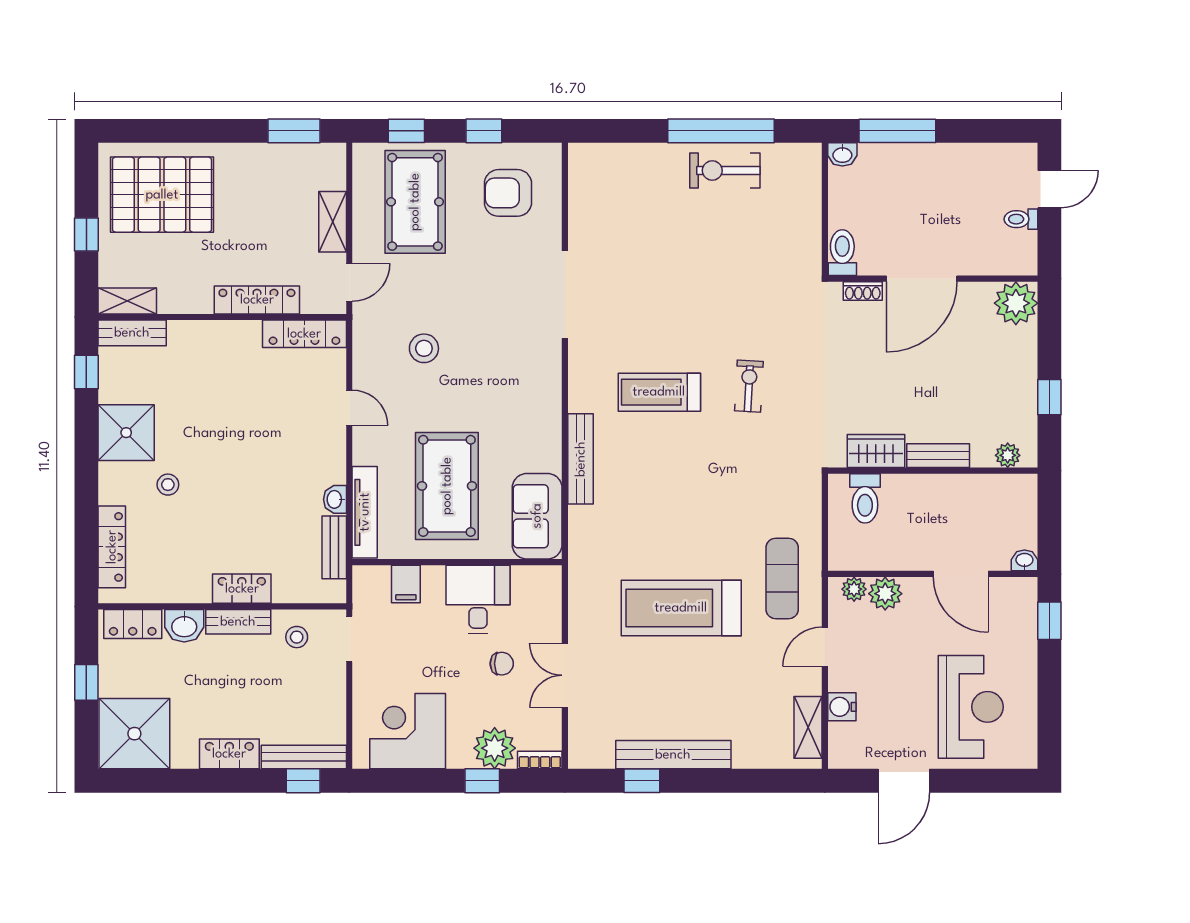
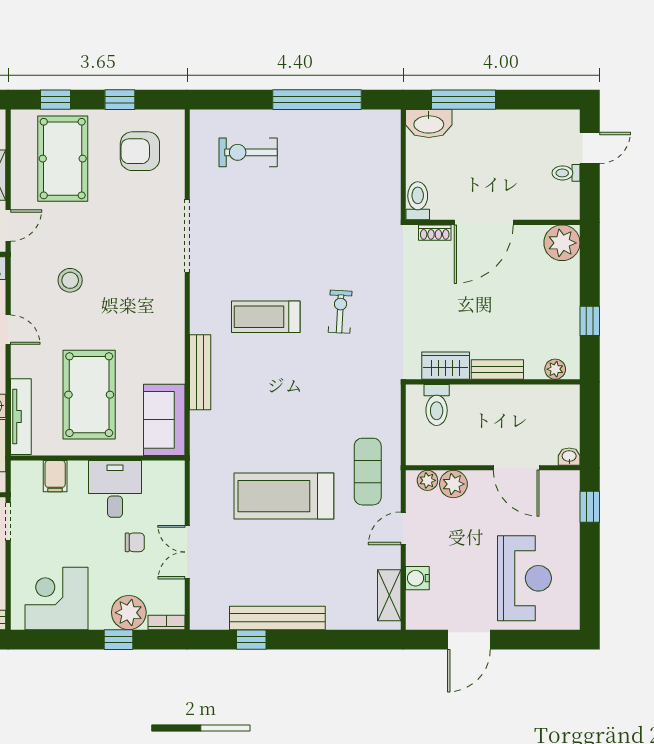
washbasin: (842, 154) -> (429, 124), width x1.91, depth x1.45
exercise bike: (725, 171) -> (248, 152), moved

